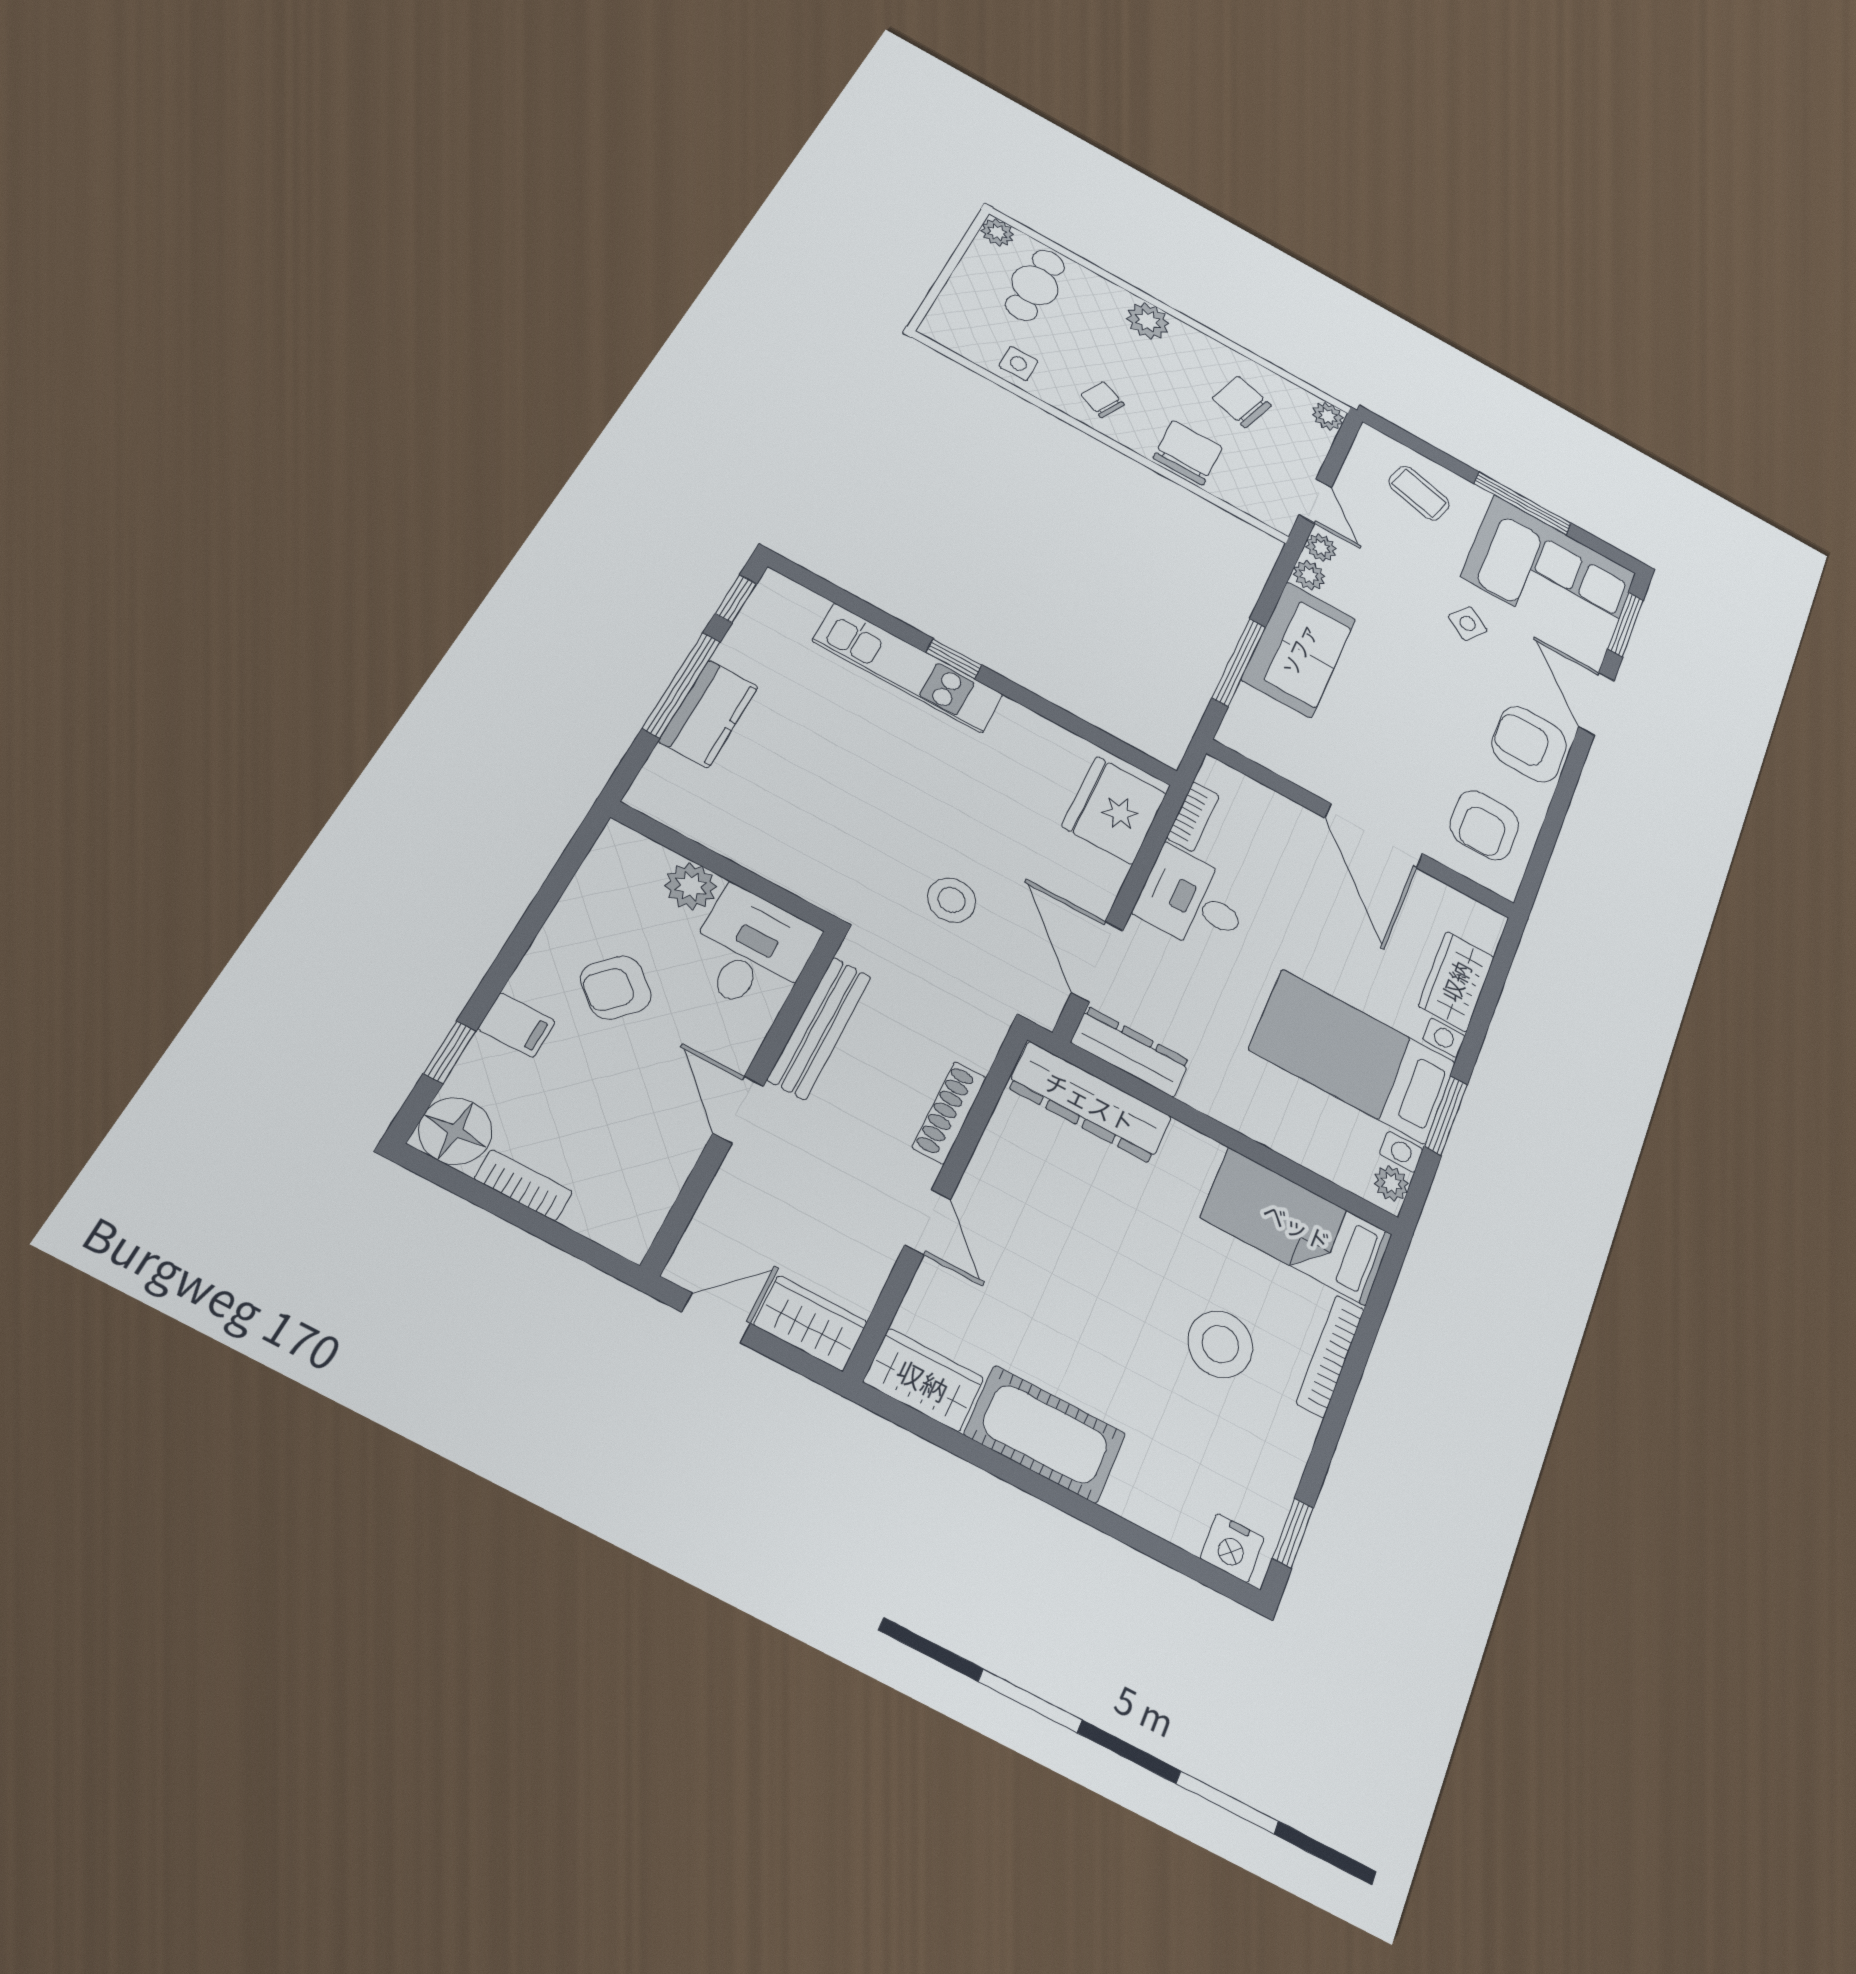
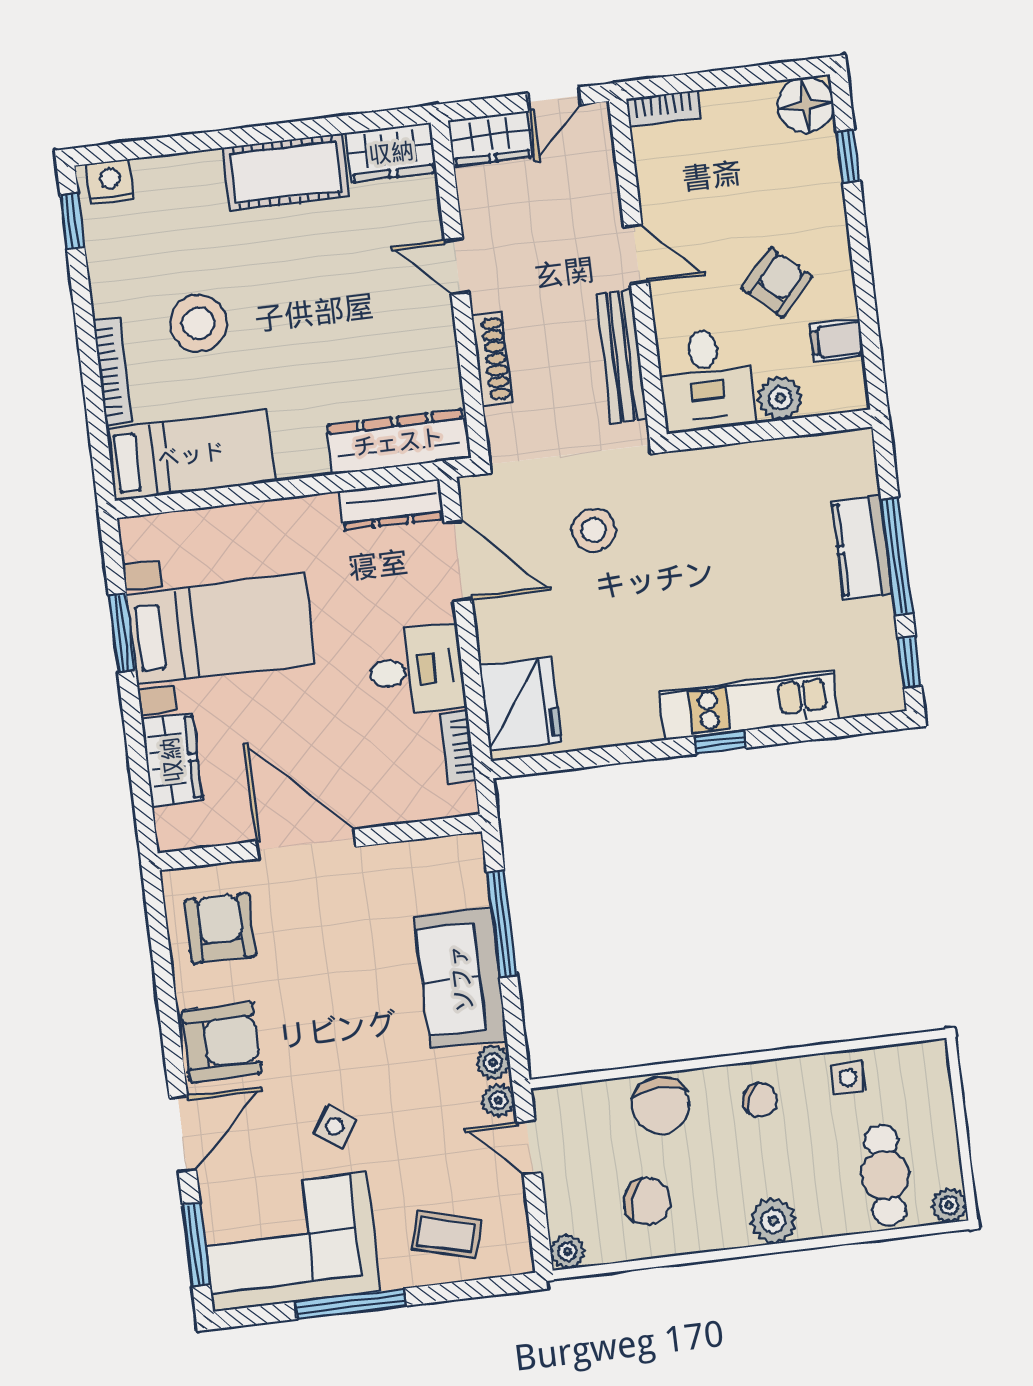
door: (1596, 704) -> (183, 1134), hinge flipped
filing cabinet: (517, 1025) -> (837, 340), moved
plant: (1391, 1183) -> (136, 543), removed
bookcase: (523, 1185) -> (663, 109), moved

